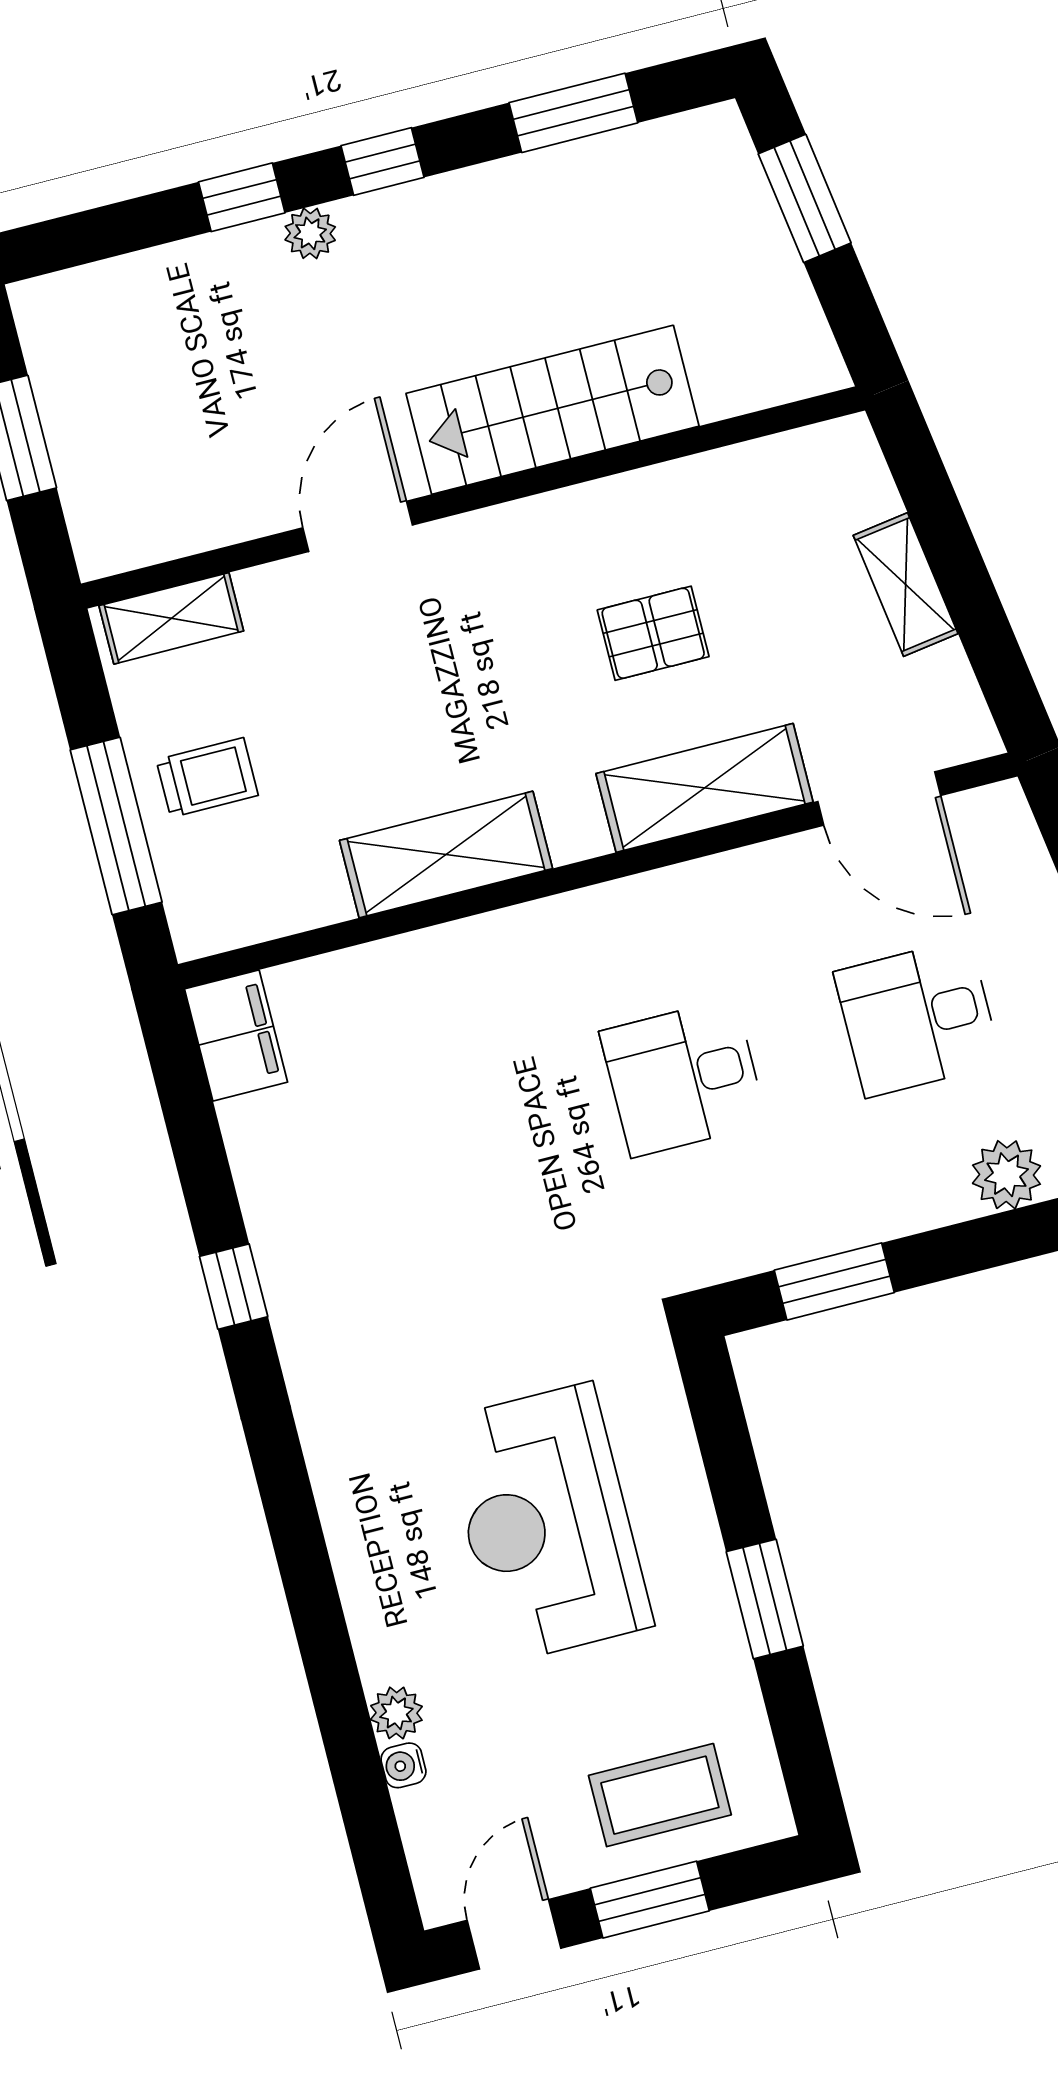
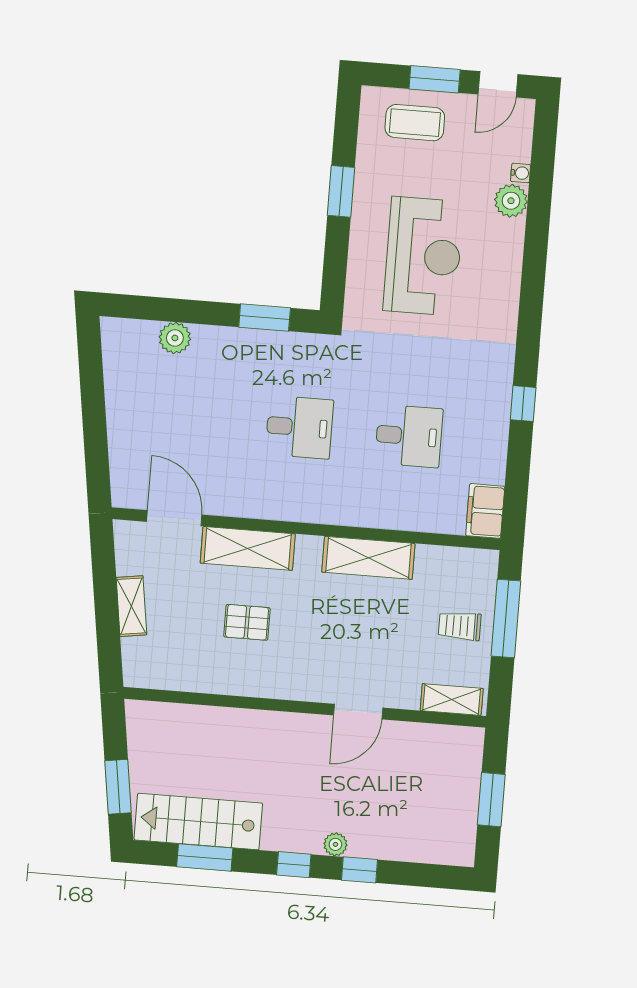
stairs: (552, 410) -> (198, 822), moved, turned 180
desk: (918, 1018) -> (409, 436), moved
plant: (396, 1713) -> (511, 201), width x1.38, depth x1.38

